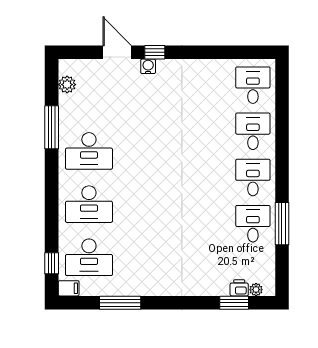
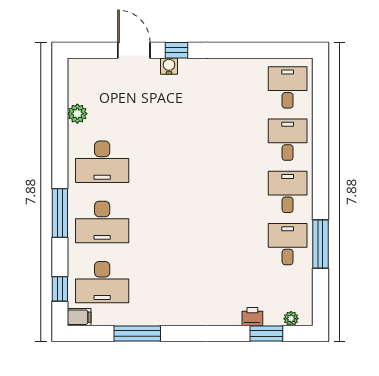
plant: (67, 85) -> (77, 114), moved
window: (52, 127) -> (60, 213), moved
printer: (239, 288) -> (252, 317), moved

